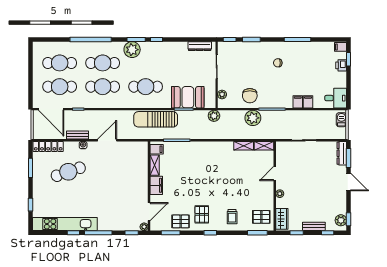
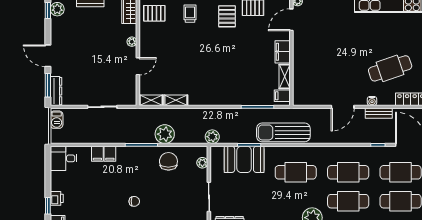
sun lounger: (156, 119) -> (283, 132), turned 180
barbecue: (341, 120) -> (57, 120), moved

